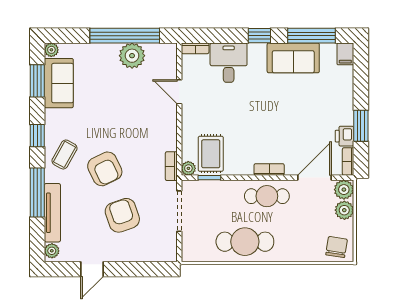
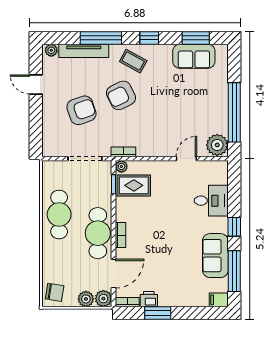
bookcase: (195, 48) -> (223, 172), removed
plant: (51, 50) -> (222, 50), removed
plant: (132, 56) -> (217, 145), moved
door: (314, 178) -> (114, 274), hinge flipped
cafe table: (267, 196) -> (98, 233), width x1.37, depth x1.35

